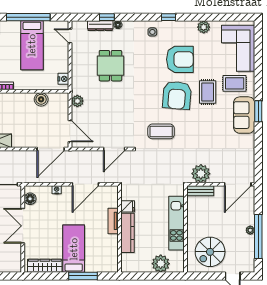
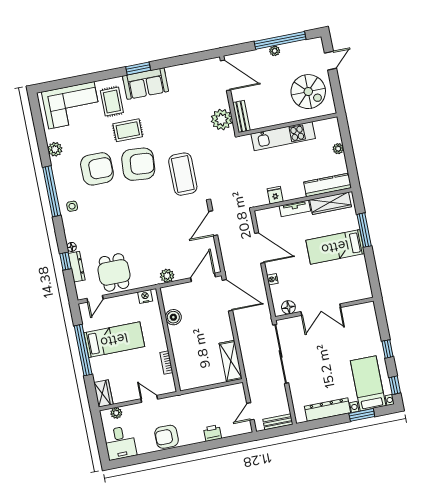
window: (169, 17) -> (52, 191), width x3.17
armchair: (180, 59) -> (97, 169), turned 90
dining table: (110, 66) -> (114, 272), moved, turned 90
coffee table: (161, 131) -> (183, 174), width x1.36, depth x1.32
door: (114, 149) -> (213, 223), swing flipped
kitchen counter: (127, 233) -> (328, 185), moved
plant: (161, 264) -> (338, 149), width x0.53, depth x0.53
wardrobe: (45, 266) -> (330, 203), moved, turned -90

